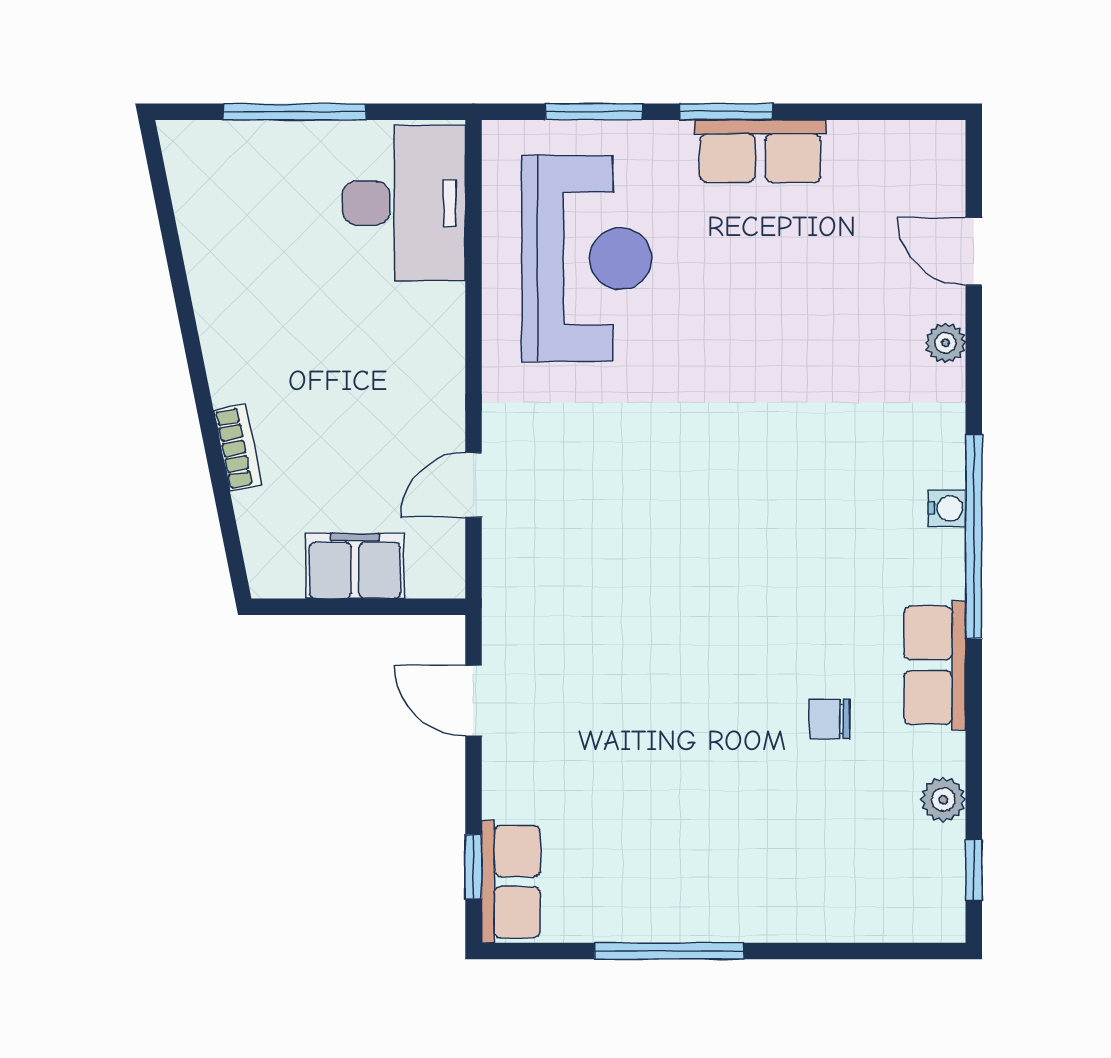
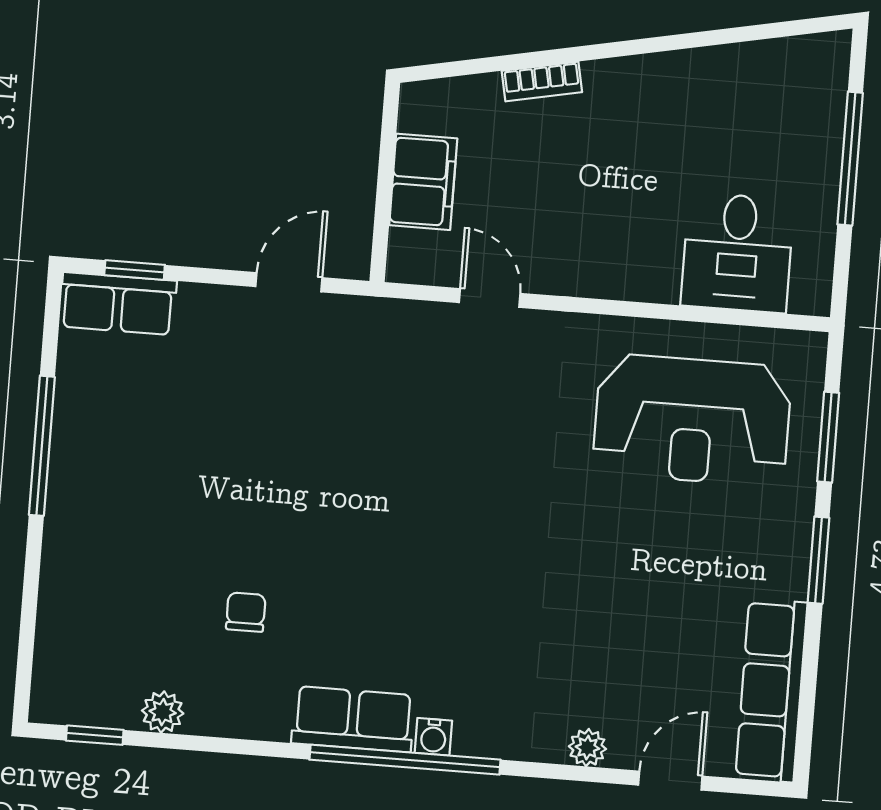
row of seats: (760, 151) -> (771, 690), moved, width x1.48
desk: (404, 203) -> (737, 253), width x0.73
row of seats: (935, 665) -> (353, 719), moved

